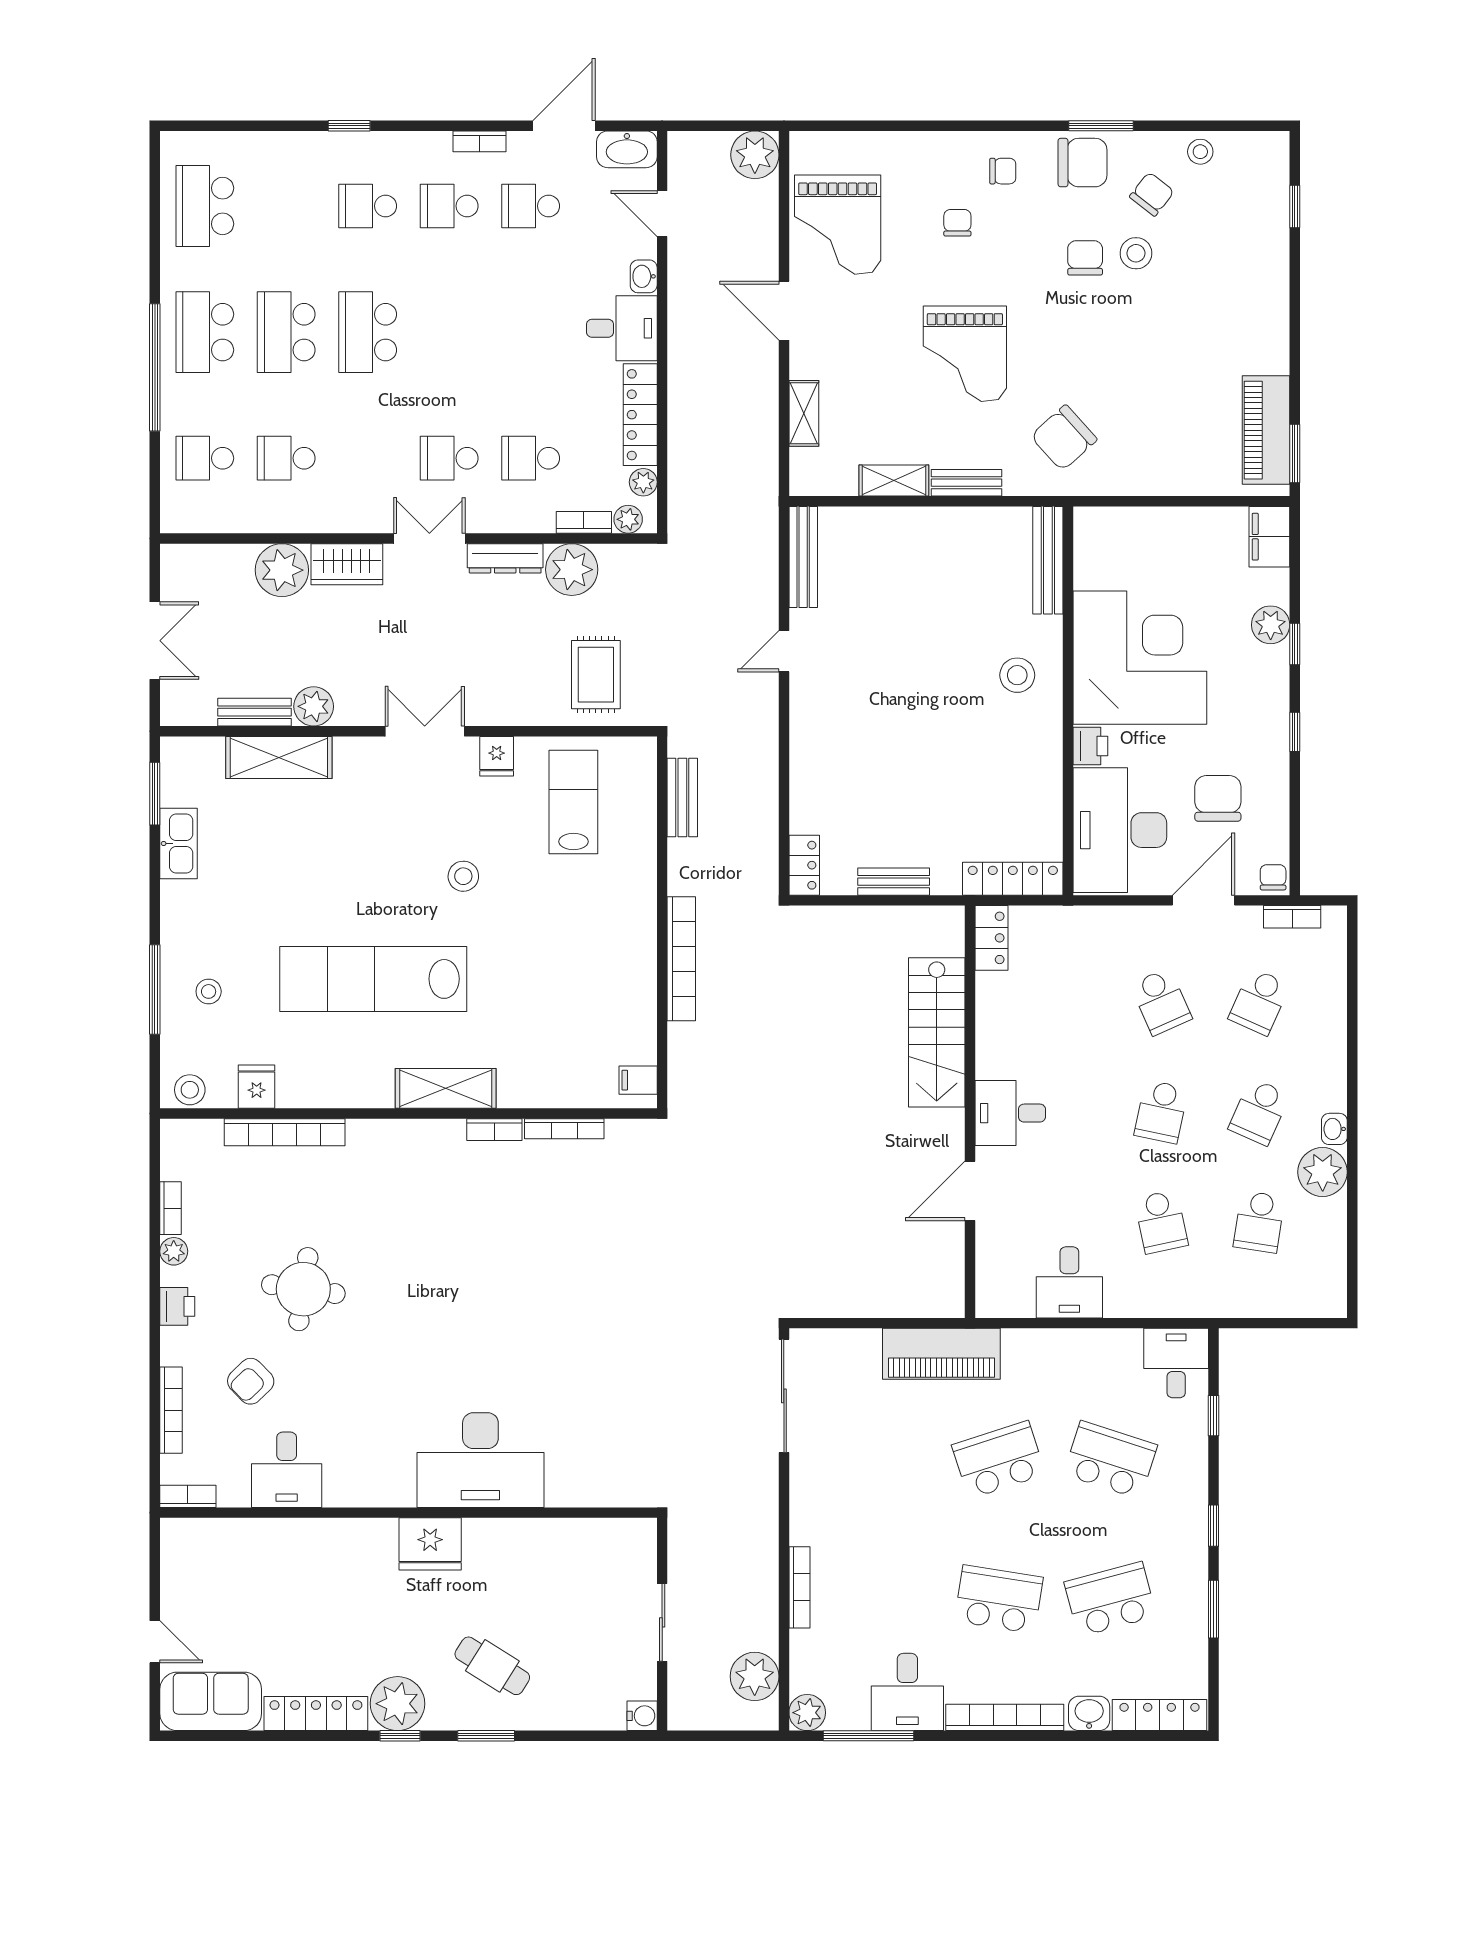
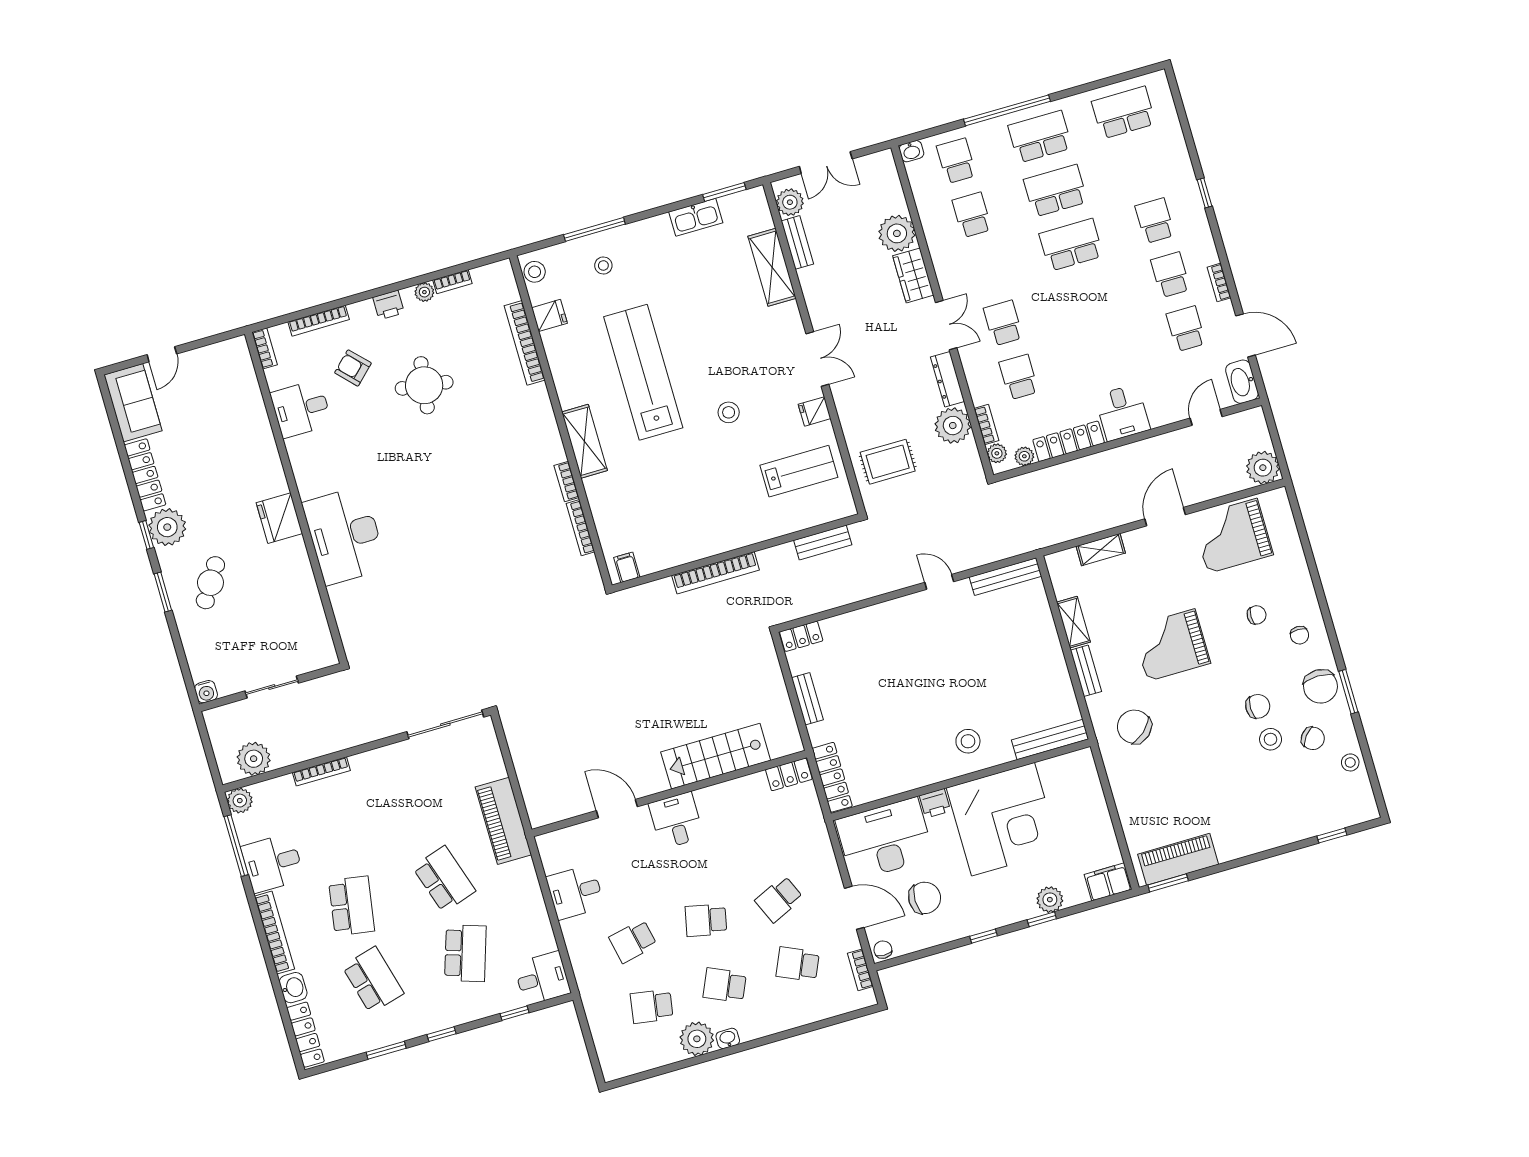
washbasin: (644, 276) -> (911, 151), moved, turned 180
plant: (314, 706) -> (790, 202), moved
chair: (1273, 877) -> (883, 950), turned -90

